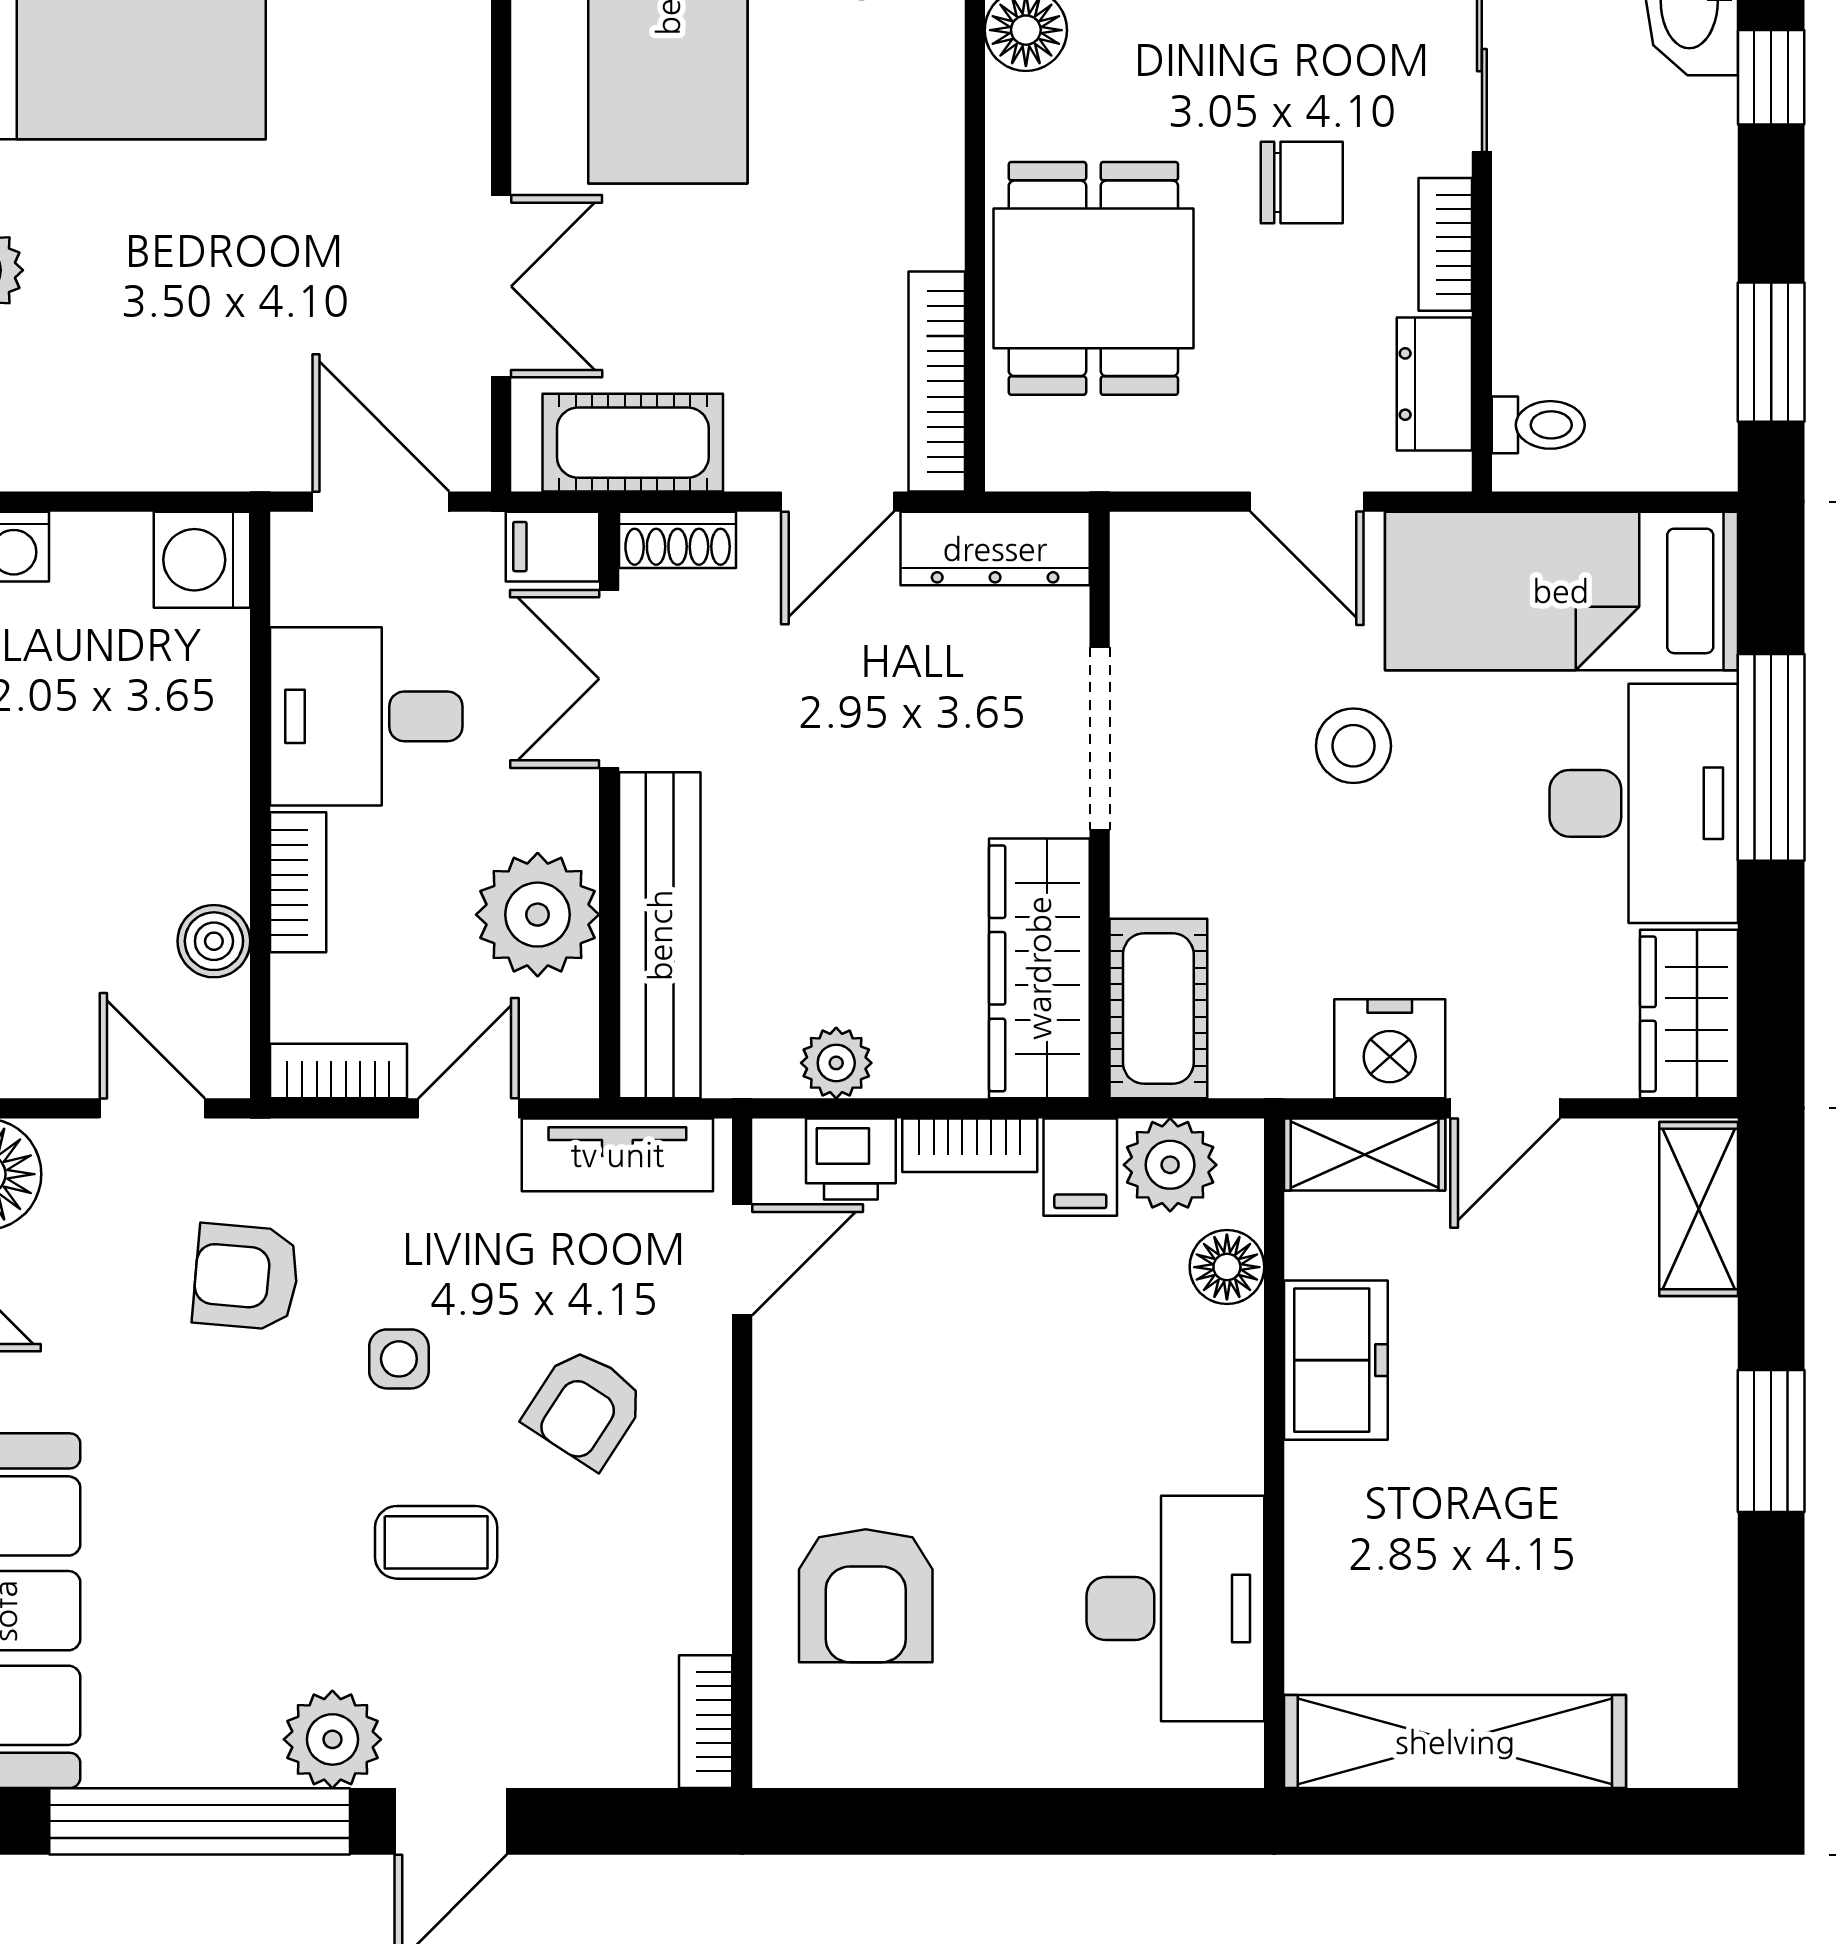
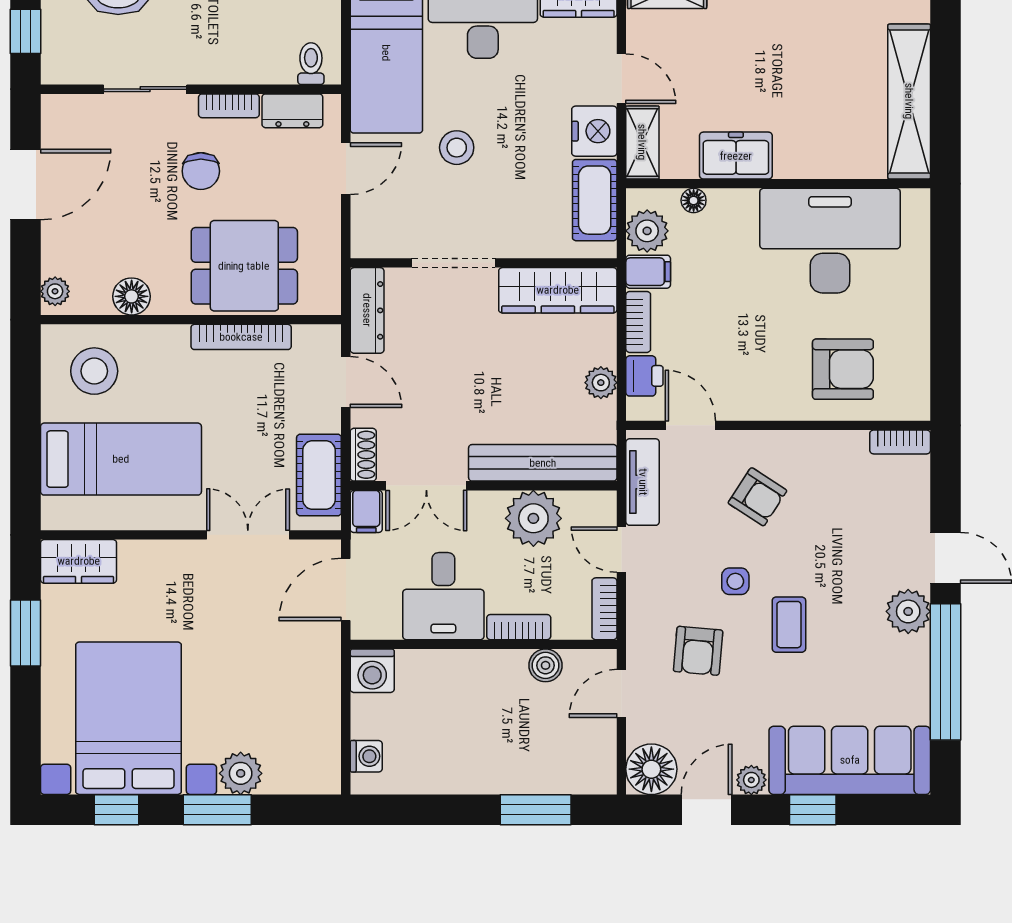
chair: (1302, 183) -> (201, 171), turned 180
bookcase: (937, 381) -> (241, 337), moved
cot: (1158, 1009) -> (595, 200), moved, turned 90
floor lamp: (1227, 1267) -> (694, 200), width x0.73, depth x0.73
coffee table: (436, 1542) -> (789, 625), moved
desk: (1175, 1608) -> (830, 241), width x1.36, depth x1.30

